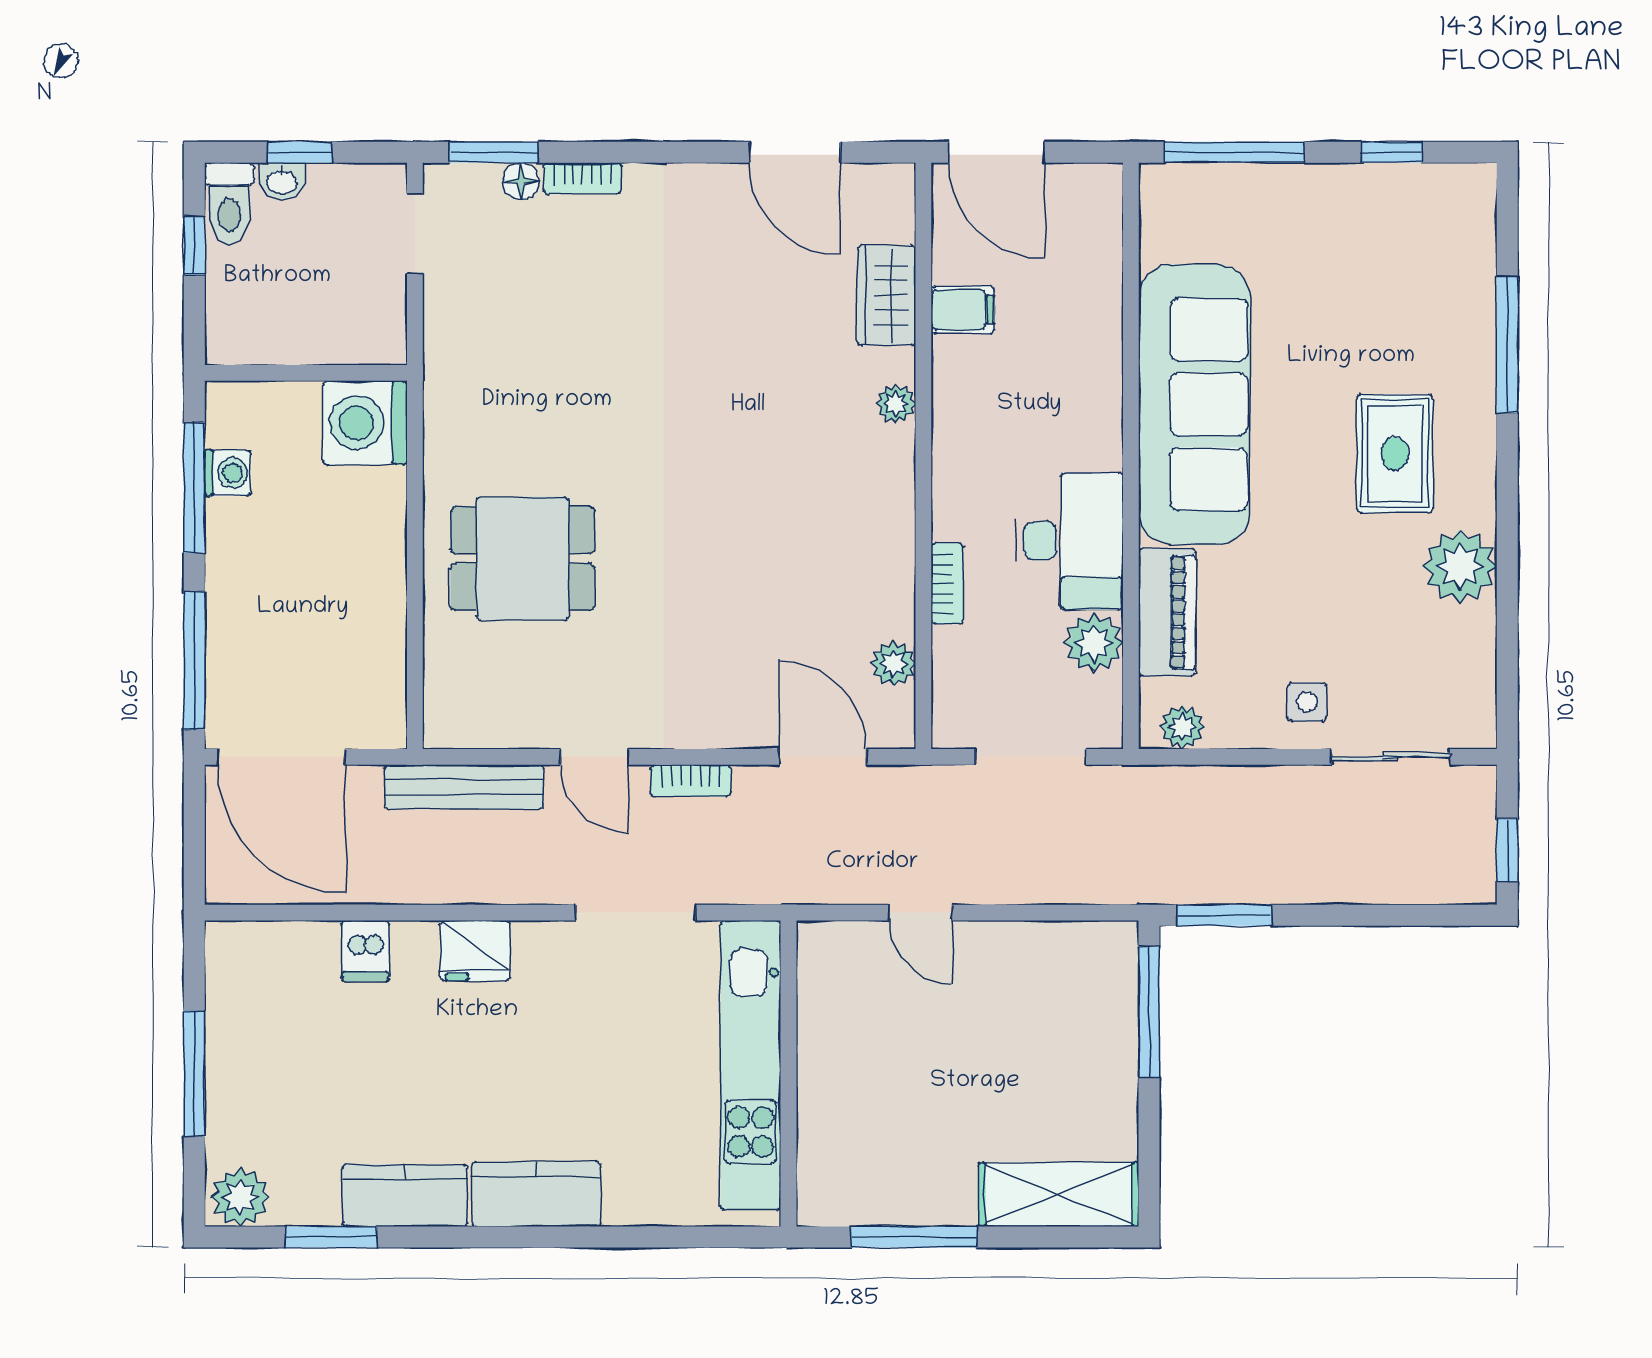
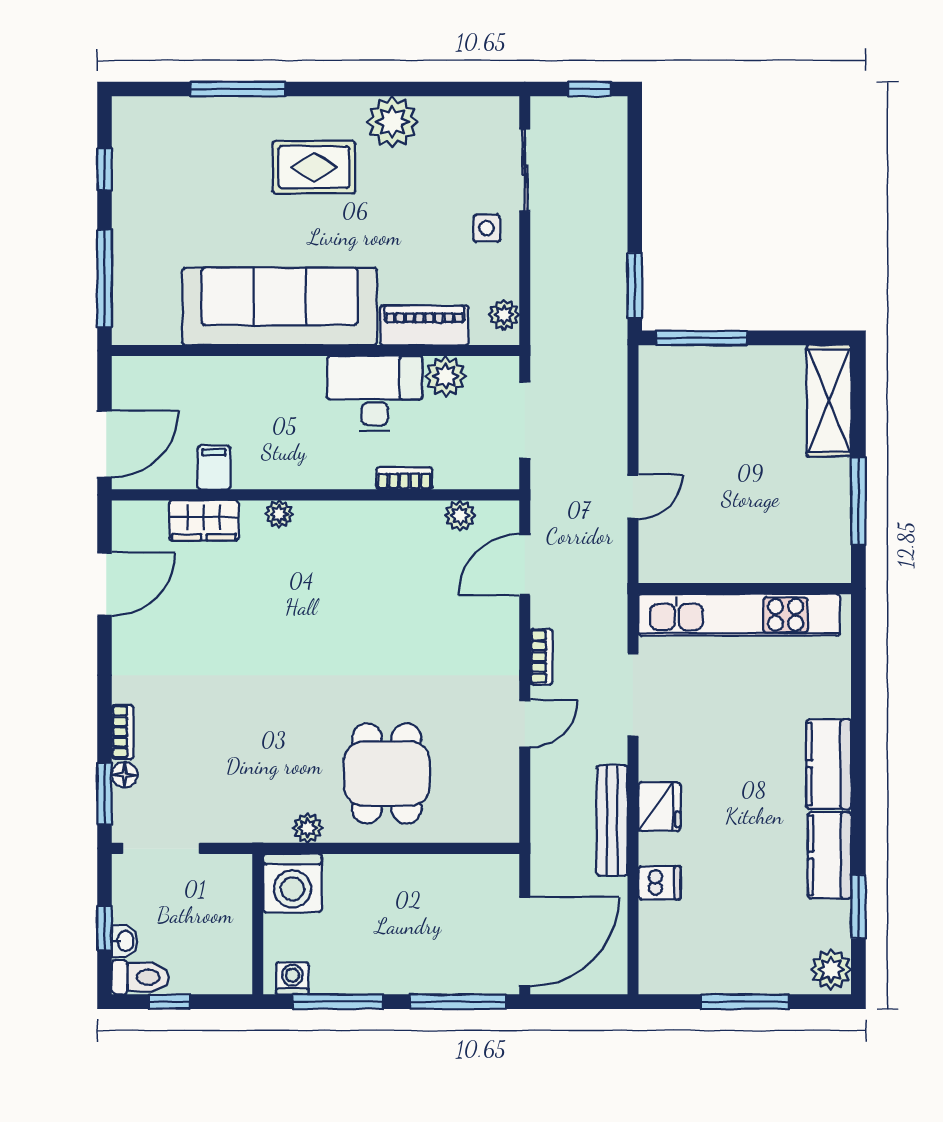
doorway: (415, 234) -> (161, 848), width x1.38
plant: (444, 445) -> (308, 828), added
washing machine: (228, 473) -> (292, 978), moved
bench: (464, 787) -> (612, 821), moved

